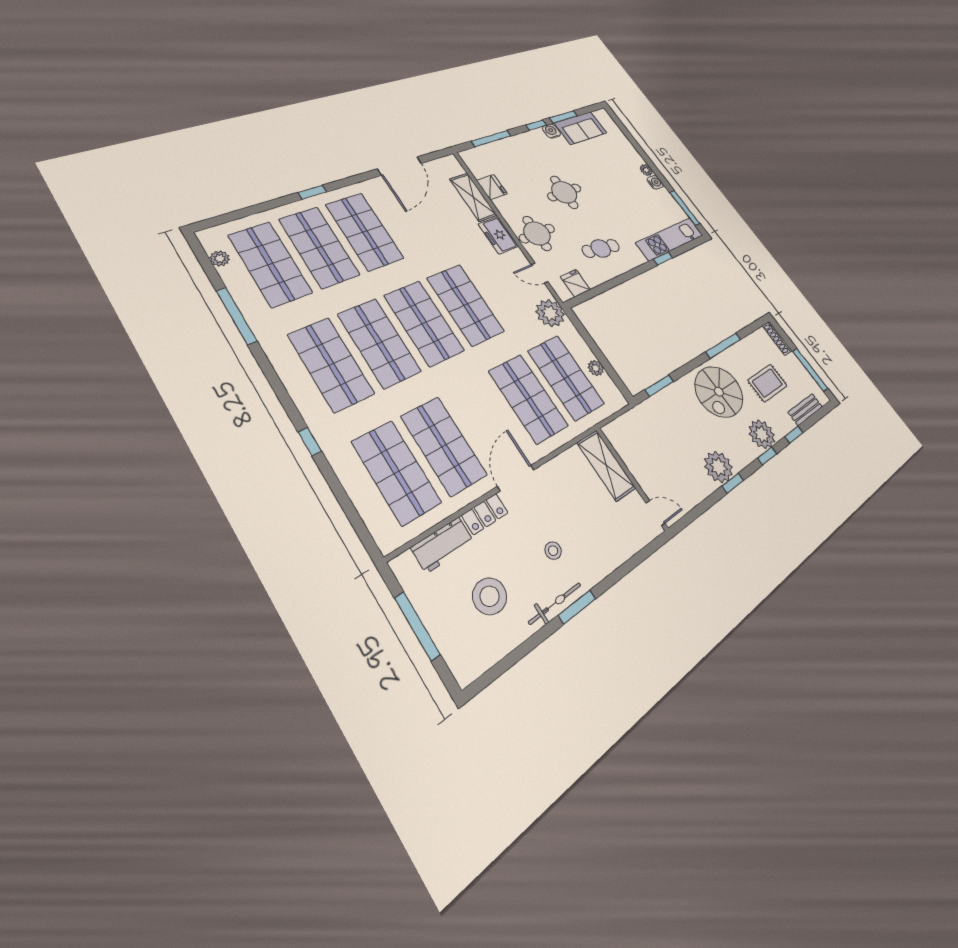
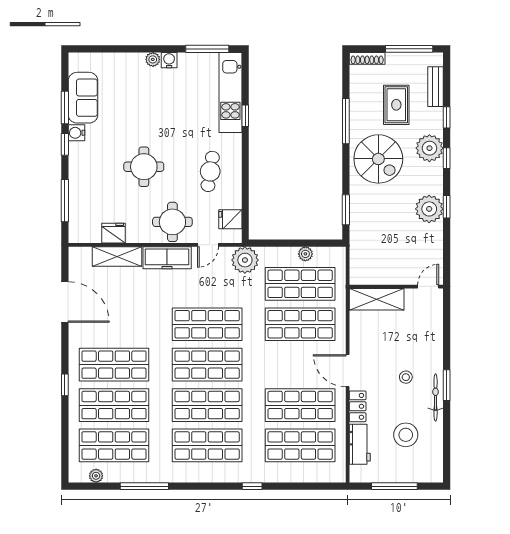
freezer: (498, 235) -> (167, 258), width x1.40

